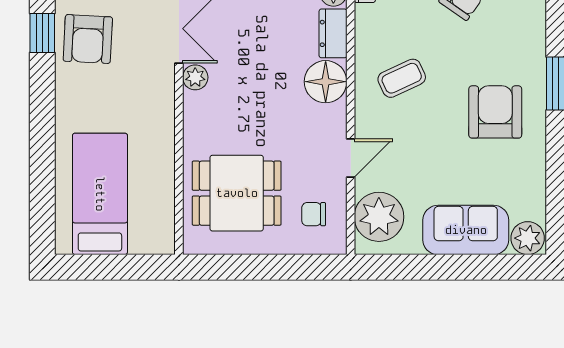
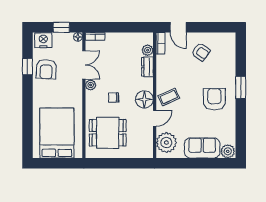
coffee table: (402, 78) -> (169, 97), moved
floor lamp: (326, 82) -> (144, 99), moved
bed: (100, 194) -> (57, 133), width x1.50
chair: (314, 214) -> (114, 98), moved

